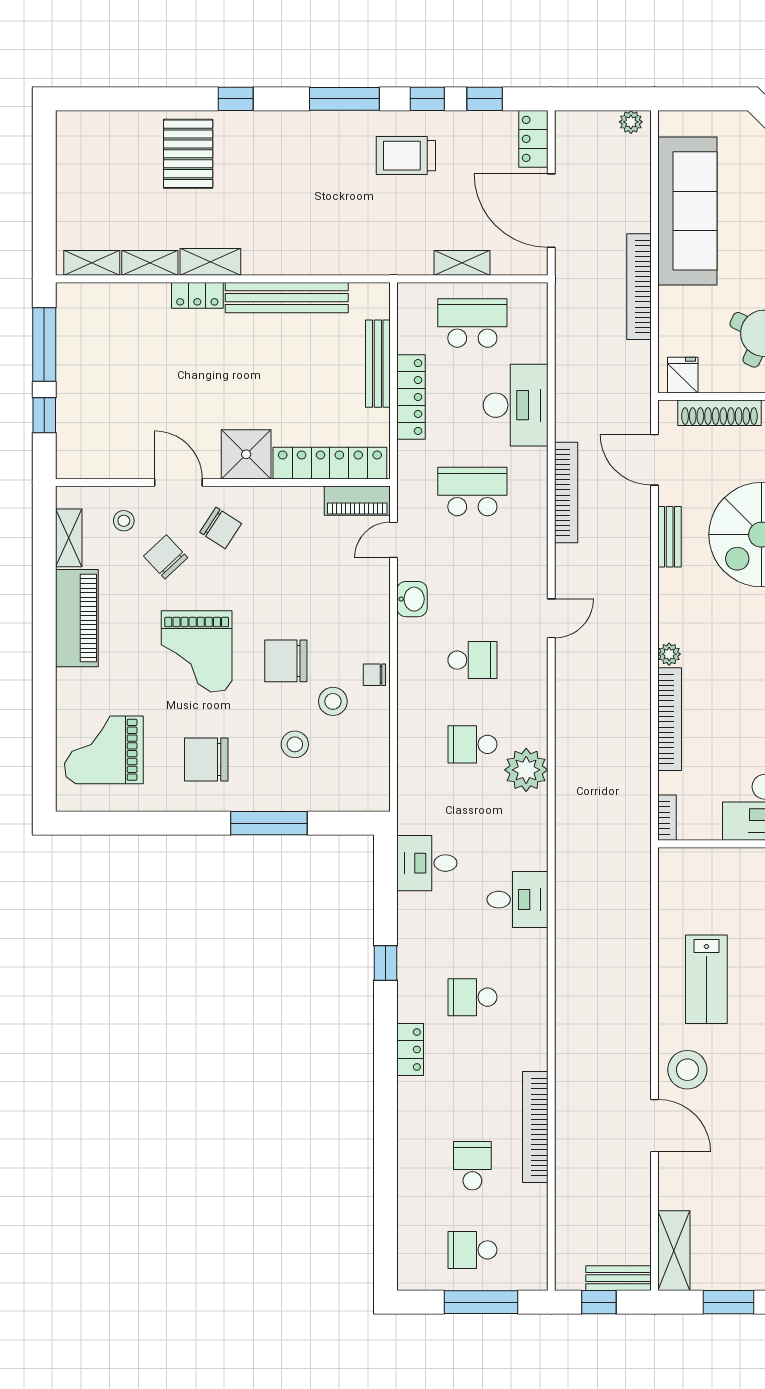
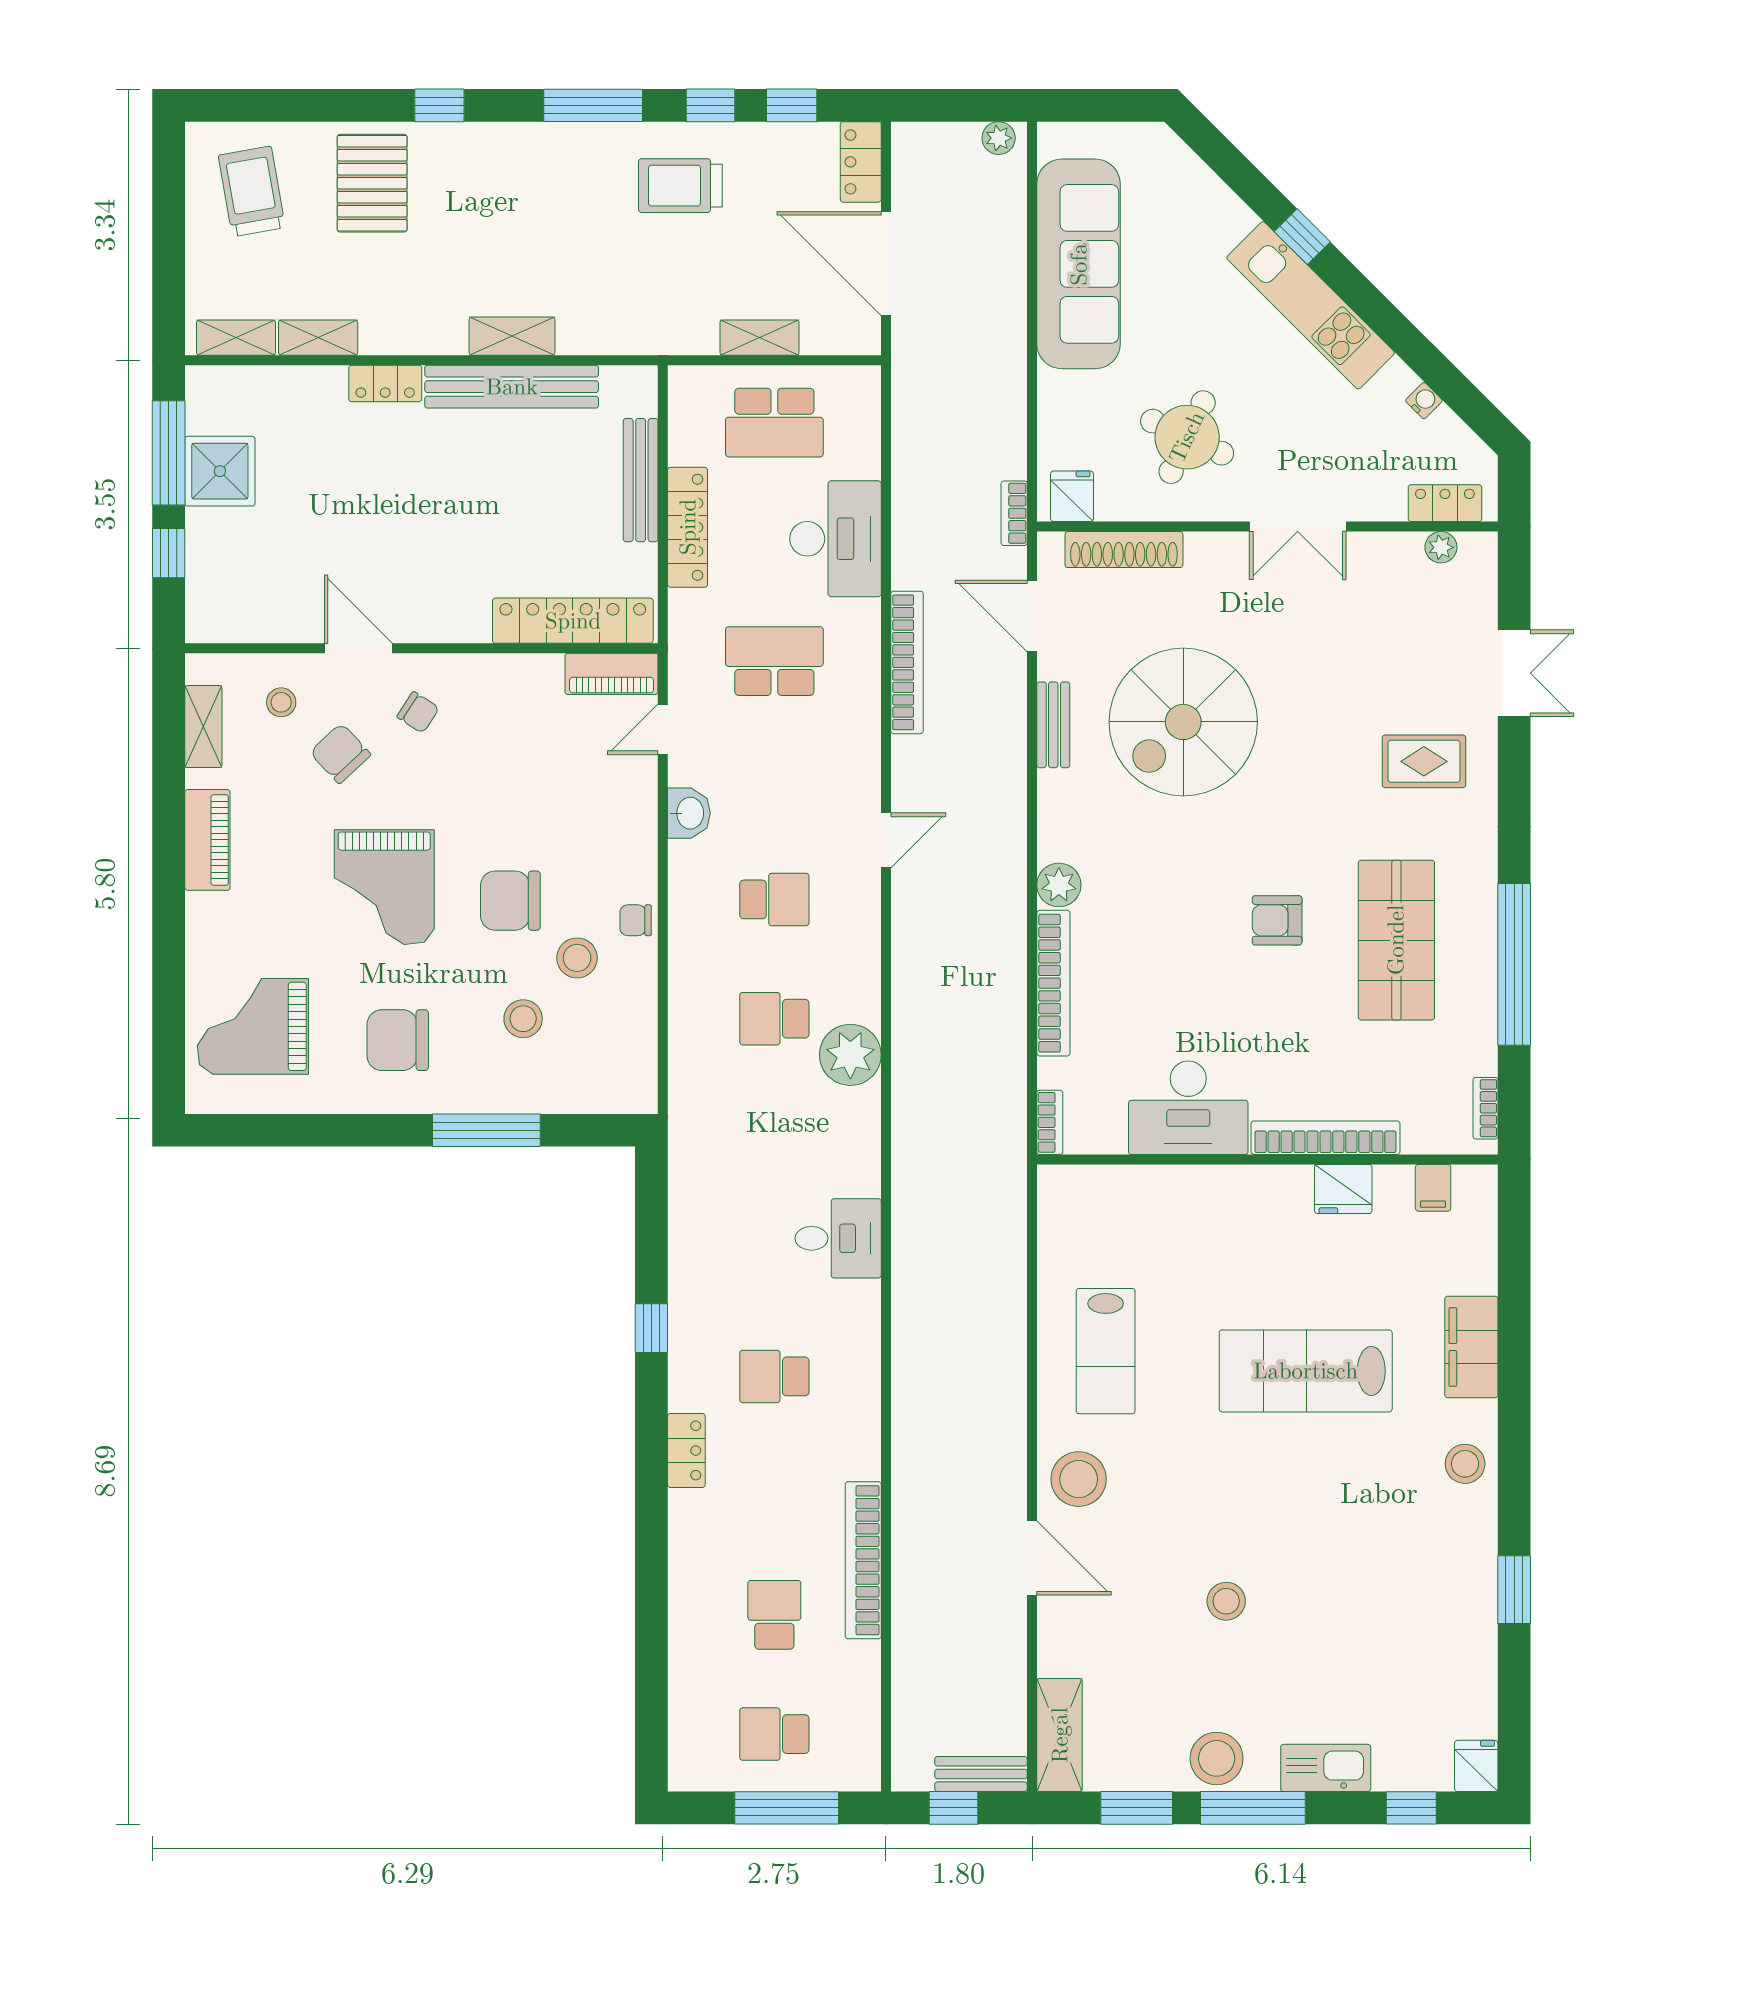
trolley: (103, 160) -> (252, 191), added
shelving: (210, 262) -> (512, 336), moved
bookcase: (639, 287) -> (1014, 513), moved, width x0.43, depth x0.76
school desk: (472, 323) -> (774, 423), turned 180
shower: (246, 454) -> (220, 471), moved
chair: (221, 528) -> (418, 712), width x0.73, depth x0.73
piano: (77, 618) -> (207, 840), width x0.73, depth x0.75
plant: (669, 654) -> (1059, 885), width x1.38, depth x1.38
desk: (427, 863) -> (710, 1187), removed

